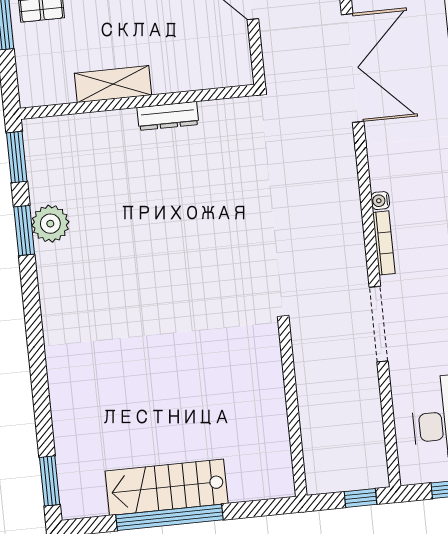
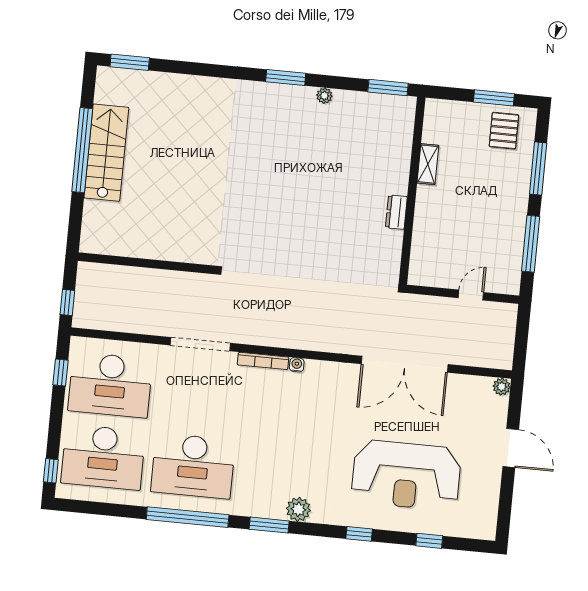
shelving: (113, 84) -> (428, 164), width x0.67, depth x0.75
dresser: (168, 116) -> (396, 212), width x0.70
plant: (50, 224) -> (324, 96), width x0.53, depth x0.53
window: (24, 231) -> (286, 78), moved

